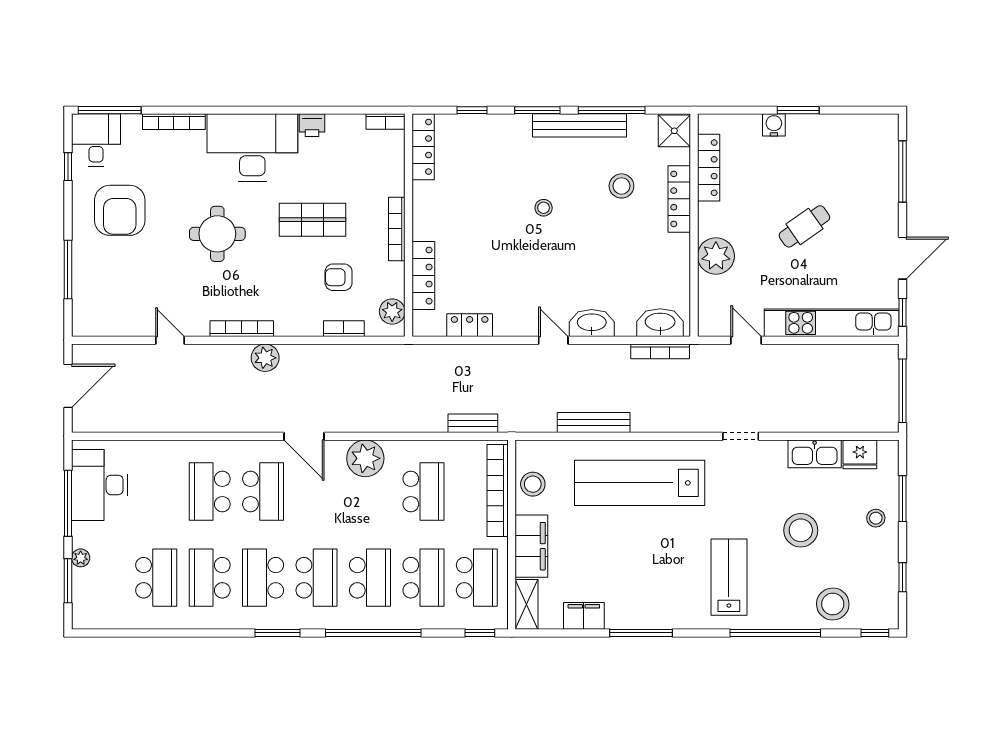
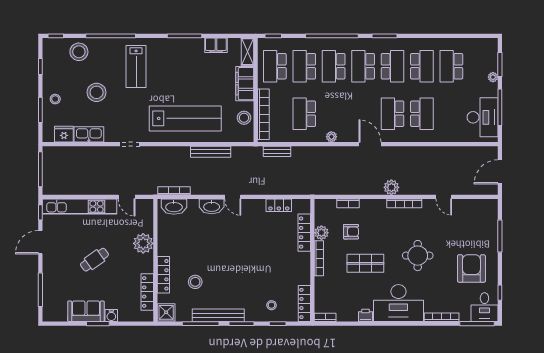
sofa: (820, 133) -> (86, 311), added
stool: (544, 208) -> (272, 305), moved
plant: (392, 312) -> (321, 233), moved
plant: (365, 458) -> (331, 137), width x0.53, depth x0.53

